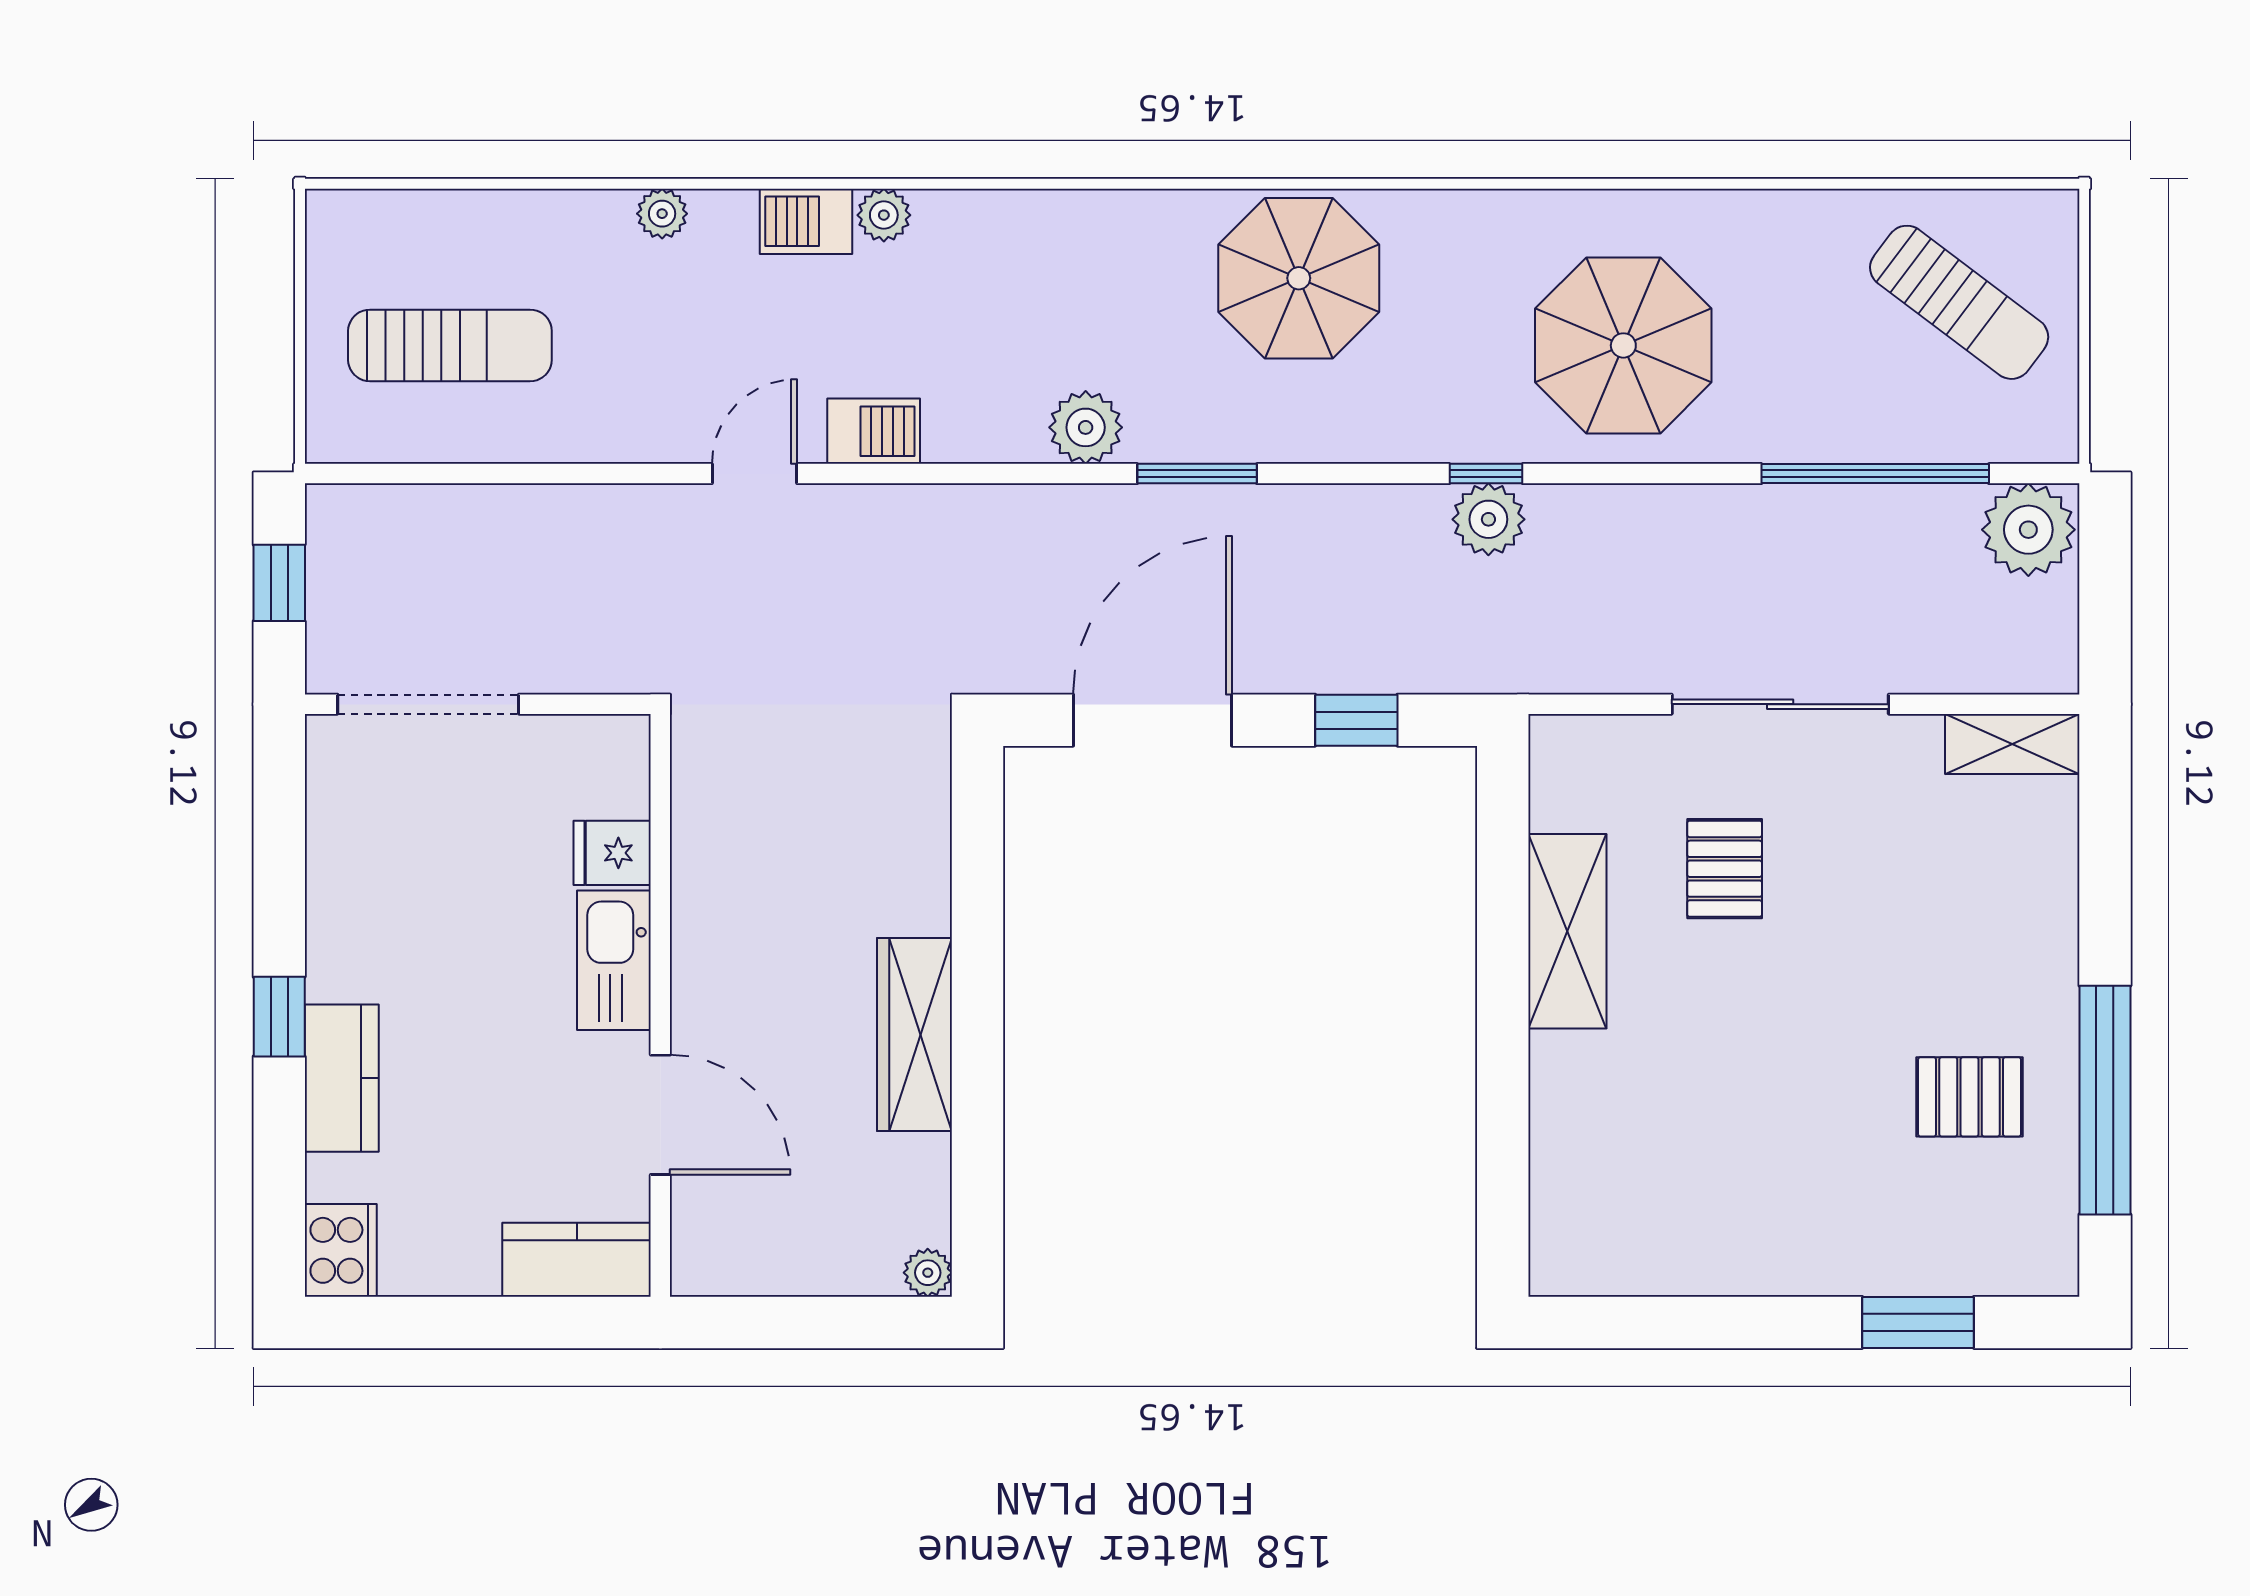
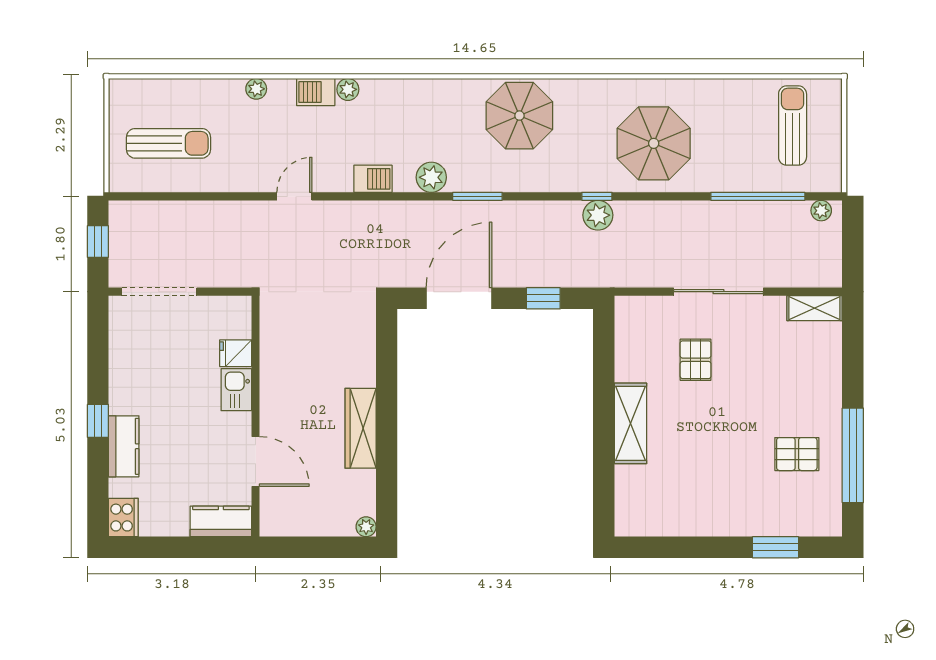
sun lounger: (1959, 302) -> (793, 126), turned -127
barbecue: (874, 431) -> (373, 179), moved
plant: (2028, 530) -> (821, 211), width x0.53, depth x0.53
shelving: (1567, 931) -> (631, 423), moved
kitchen sink: (614, 960) -> (236, 390), width x0.73

